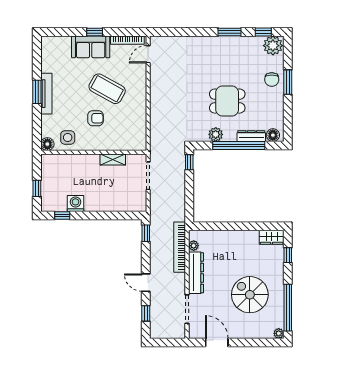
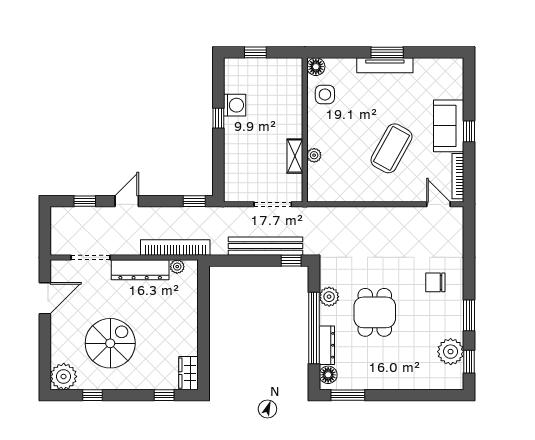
plant: (273, 46) -> (451, 352), moved
chair: (272, 79) -> (435, 282), moved
window: (288, 82) -> (348, 395), moved
armchair: (96, 118) -> (351, 133), removed
plant: (112, 145) -> (314, 155), added
bench: (179, 181) -> (265, 246), added
window: (62, 215) -> (218, 118), moved
window: (288, 308) -> (93, 395), width x0.32
plant: (279, 333) -> (64, 377), width x1.88, depth x1.88

